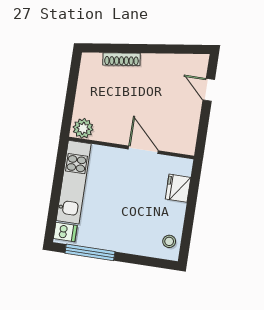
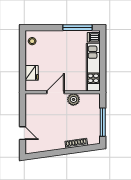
window: (72, 88) -> (103, 122), added
plant: (83, 128) -> (73, 99), moved
door: (143, 150) -> (55, 92), swing flipped

